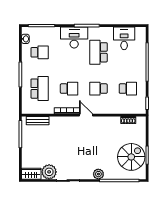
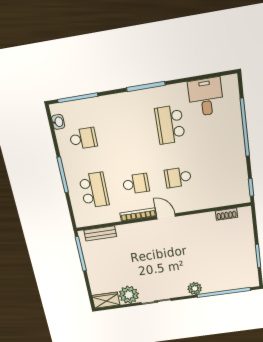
desk: (74, 37) -> (130, 108), removed
school desk: (128, 89) -> (221, 171), removed
spiral stairs: (131, 157) -> (236, 261), removed

